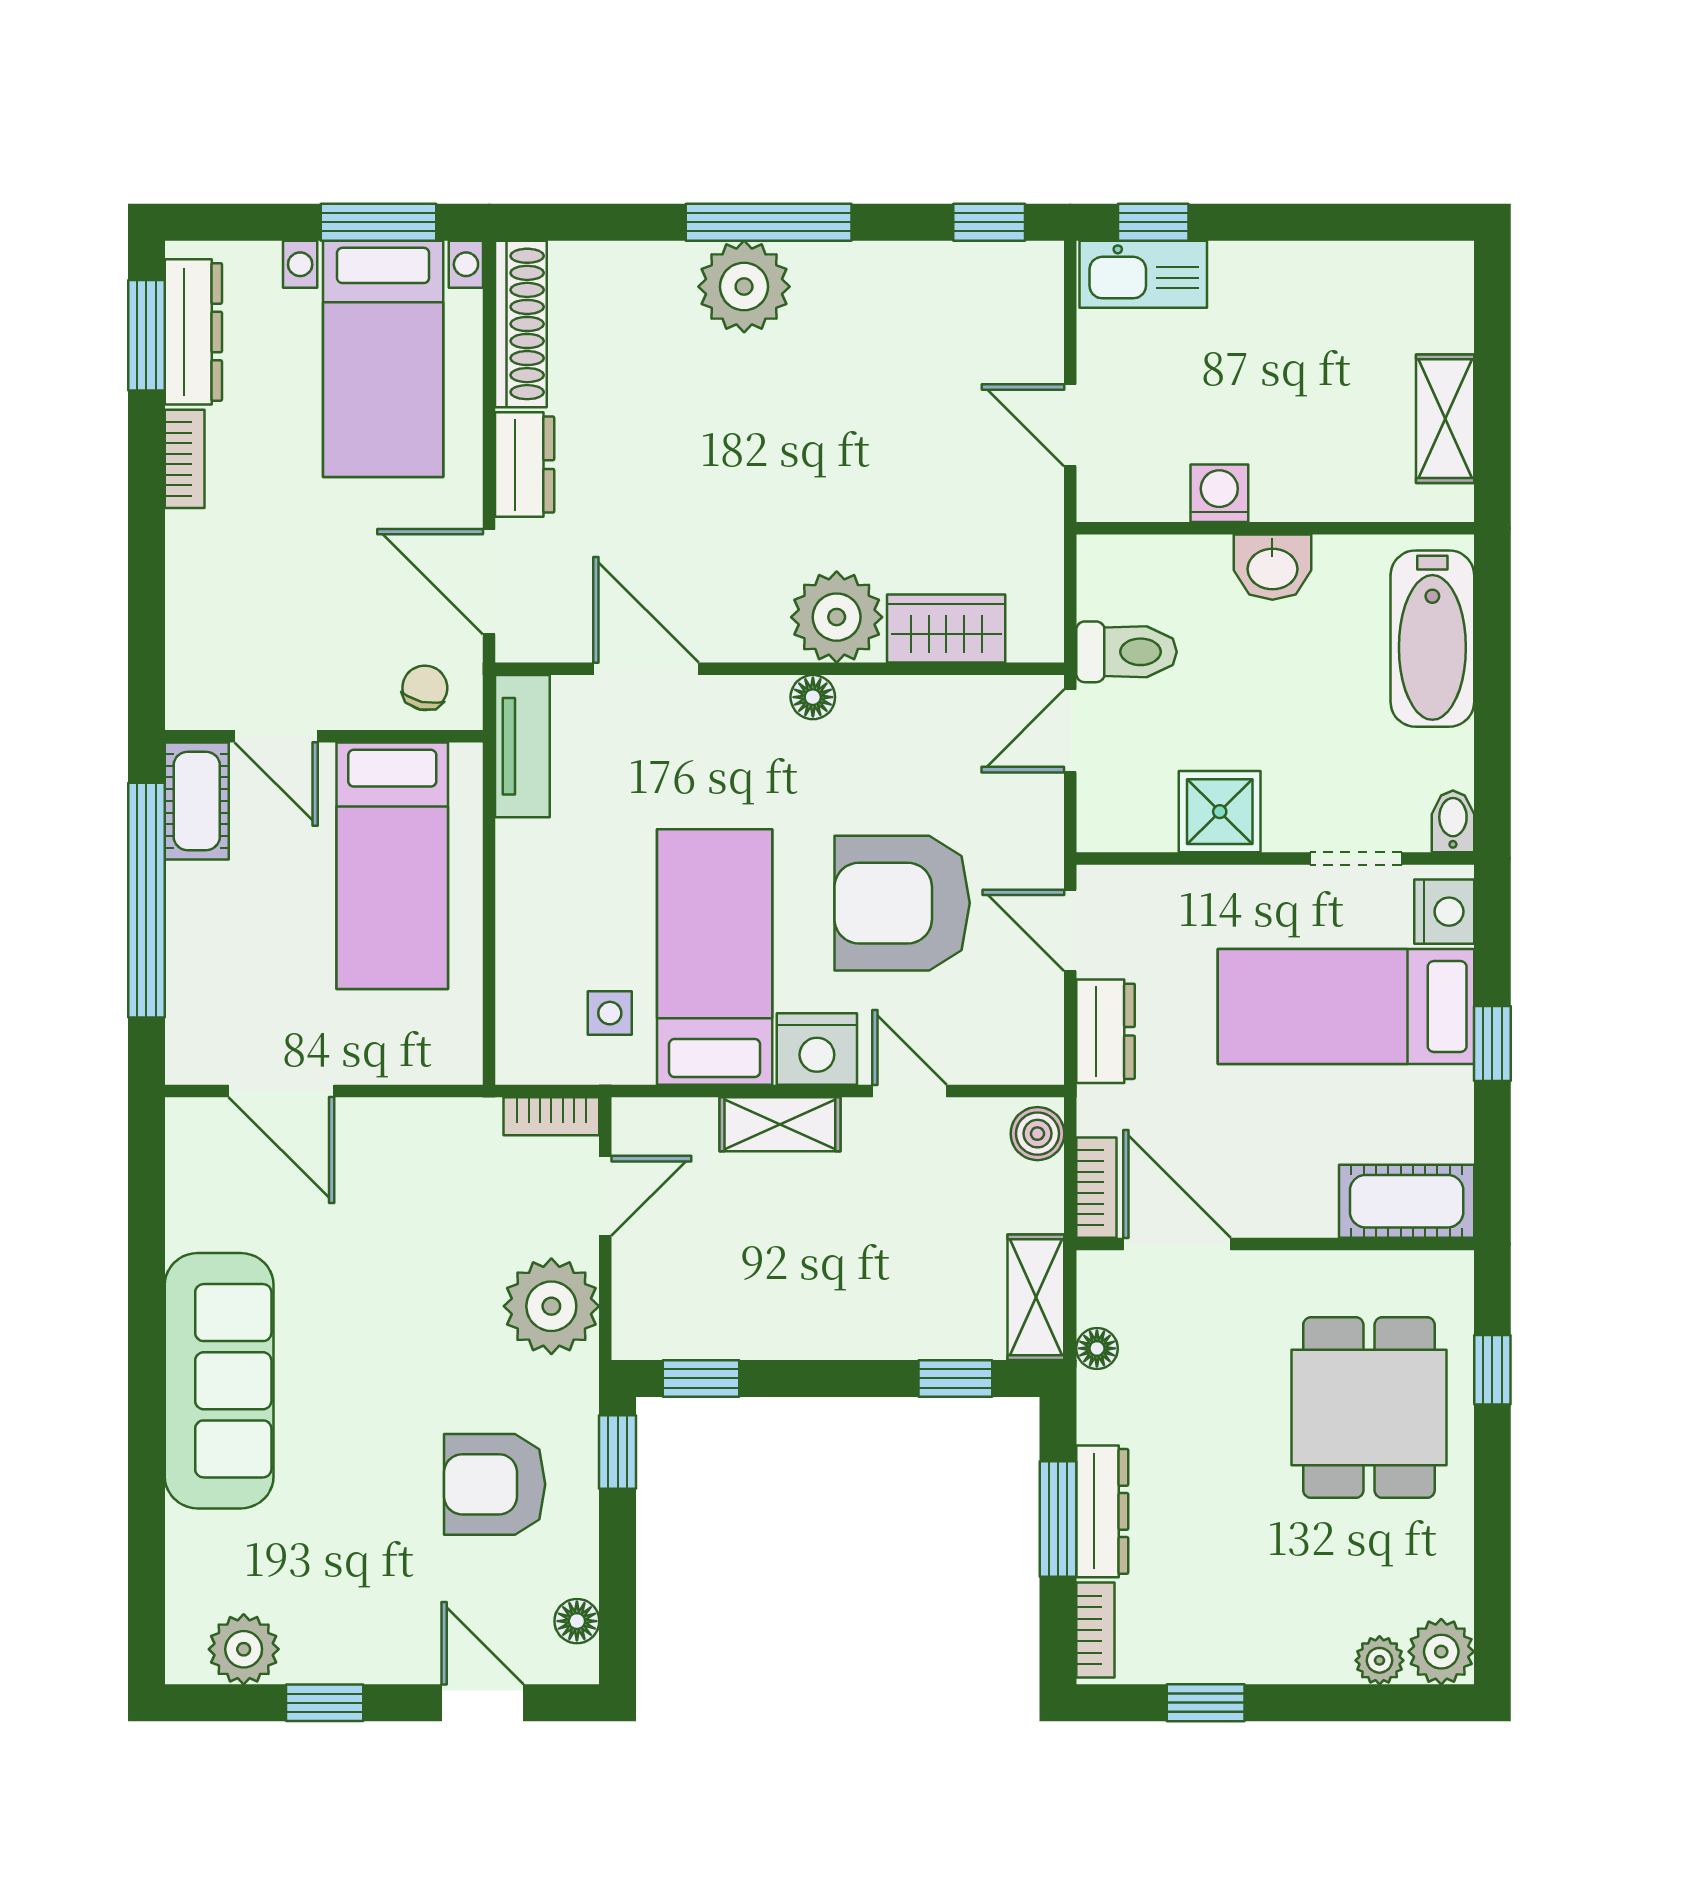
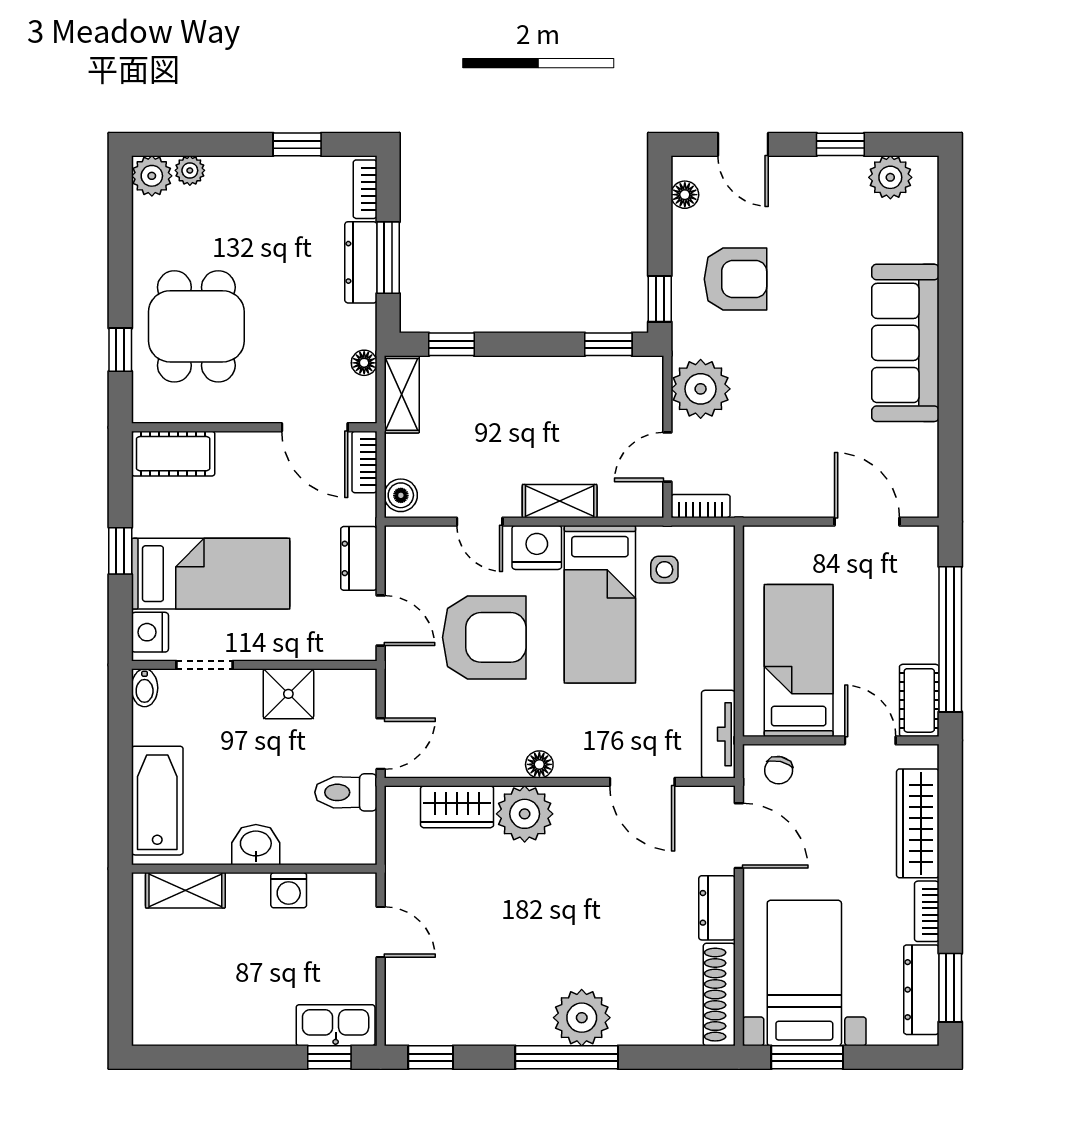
shelving: (1445, 419) -> (185, 890), moved, turned 90
wardrobe: (199, 602) -> (918, 823), added

